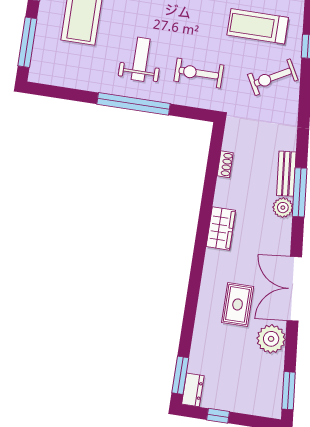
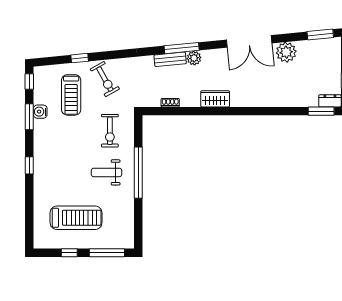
rug: (238, 304) -> (266, 79), removed

